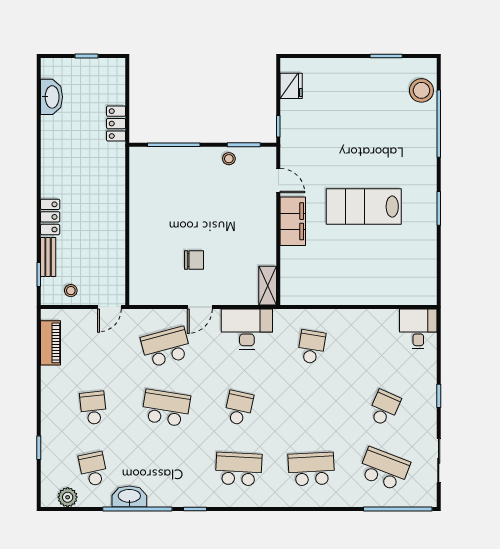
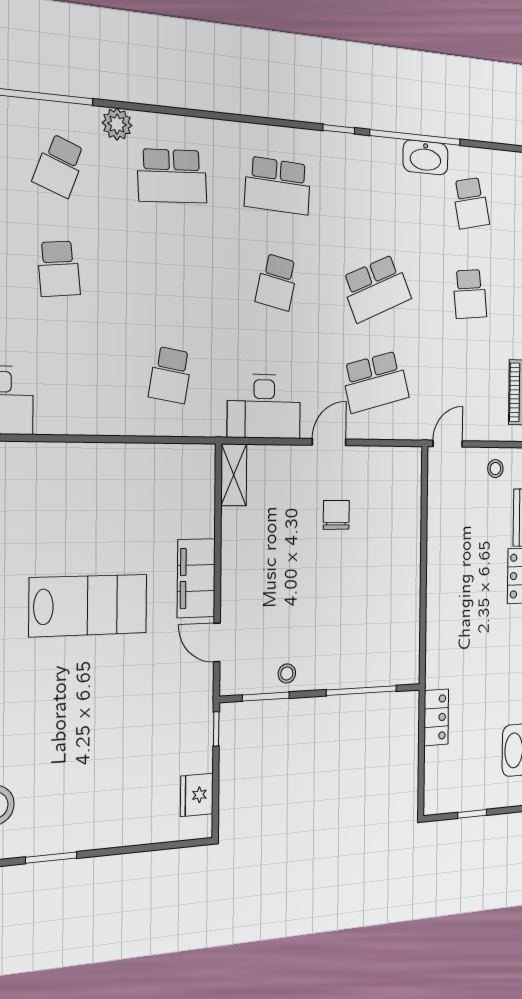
chair: (194, 260) -> (336, 515), turned 90
school desk: (166, 408) -> (376, 288), turned -33
school desk: (384, 408) -> (59, 269), turned -30
school desk: (384, 469) -> (59, 166), width x0.54
plant: (68, 497) -> (117, 124), moved

